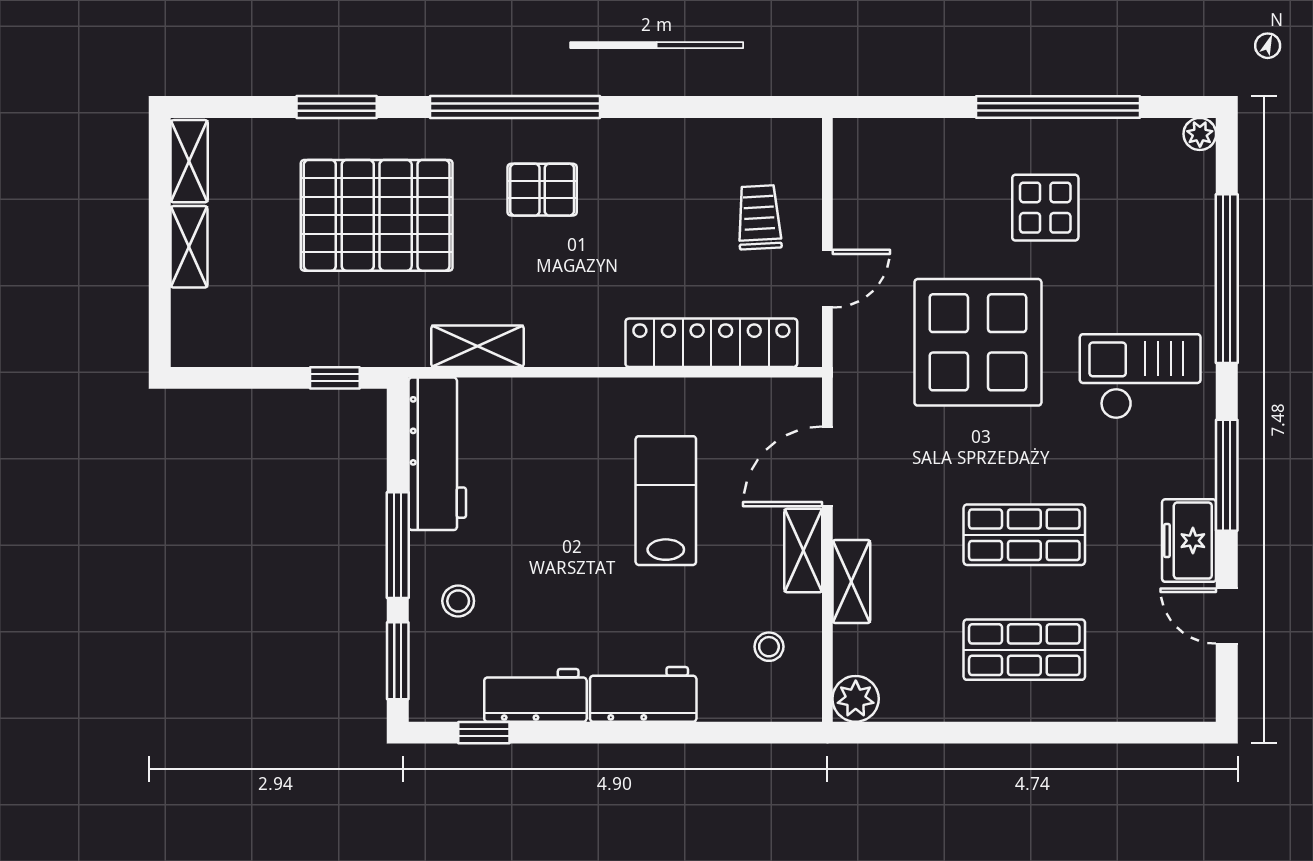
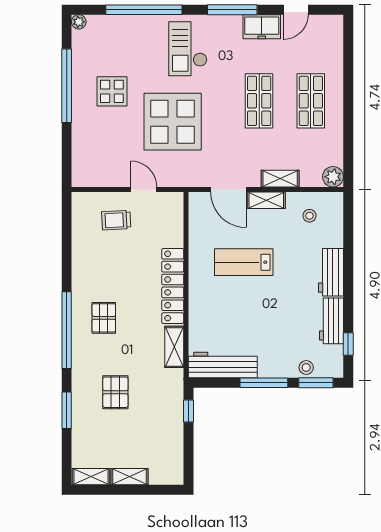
pallet: (377, 215) -> (115, 392), width x0.49, depth x0.50
locker: (711, 343) -> (173, 286), moved
stool: (458, 601) -> (306, 367), moved

